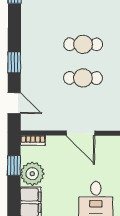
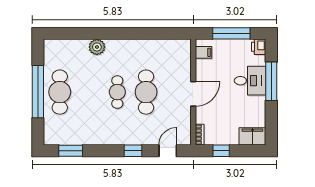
cafe table: (83, 78) -> (146, 92), width x1.37, depth x1.35
plant: (32, 174) -> (228, 135), removed

